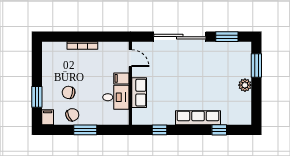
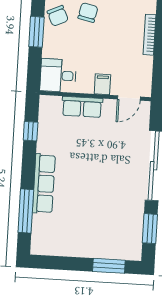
plant: (245, 85) -> (84, 249), removed
desk: (116, 97) -> (58, 75), moved, turned 90
window: (219, 130) -> (26, 211), width x2.17

